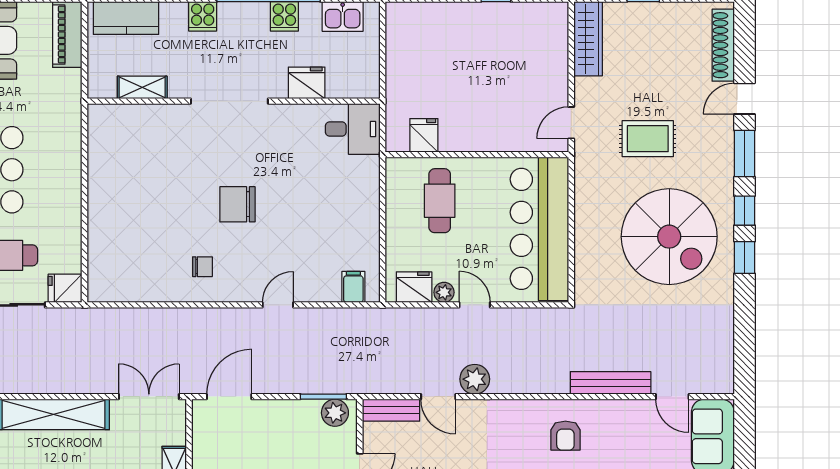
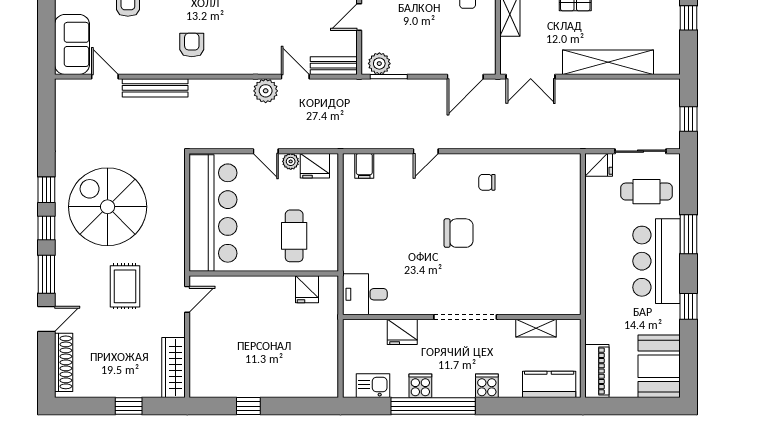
rug: (648, 139) -> (125, 286), turned 90

